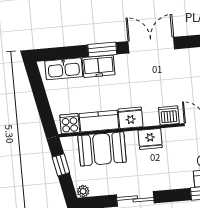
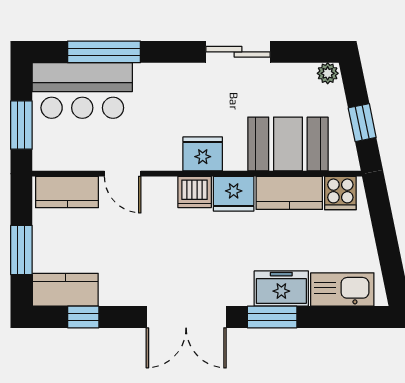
dishwasher: (169, 115) -> (195, 192), moved

